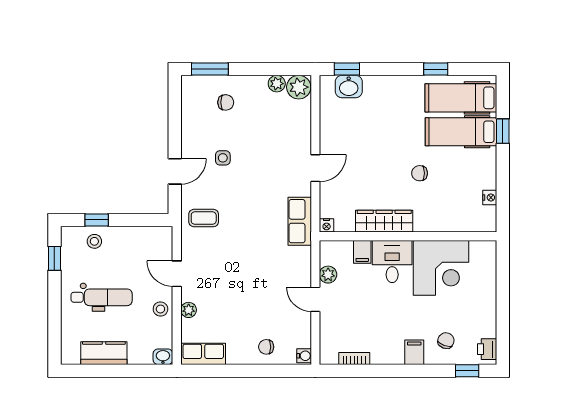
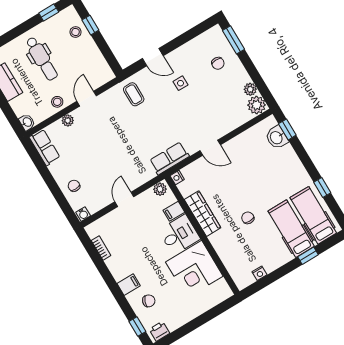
plant: (328, 275) -> (160, 189), moved

